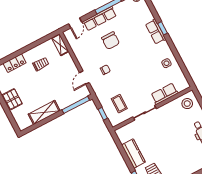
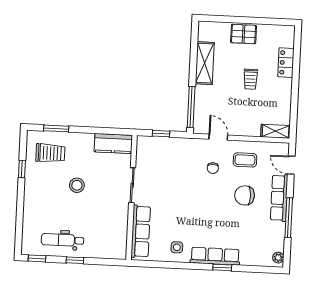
row of seats: (156, 32) -> (215, 256), width x1.48
trolley: (41, 64) -> (250, 79), moved
row of seats: (165, 94) -> (141, 231), width x1.48
coffee table: (119, 104) -> (245, 160), moved
stool: (187, 104) -> (77, 185), moved
kitchen counter: (133, 154) -> (113, 144), moved

